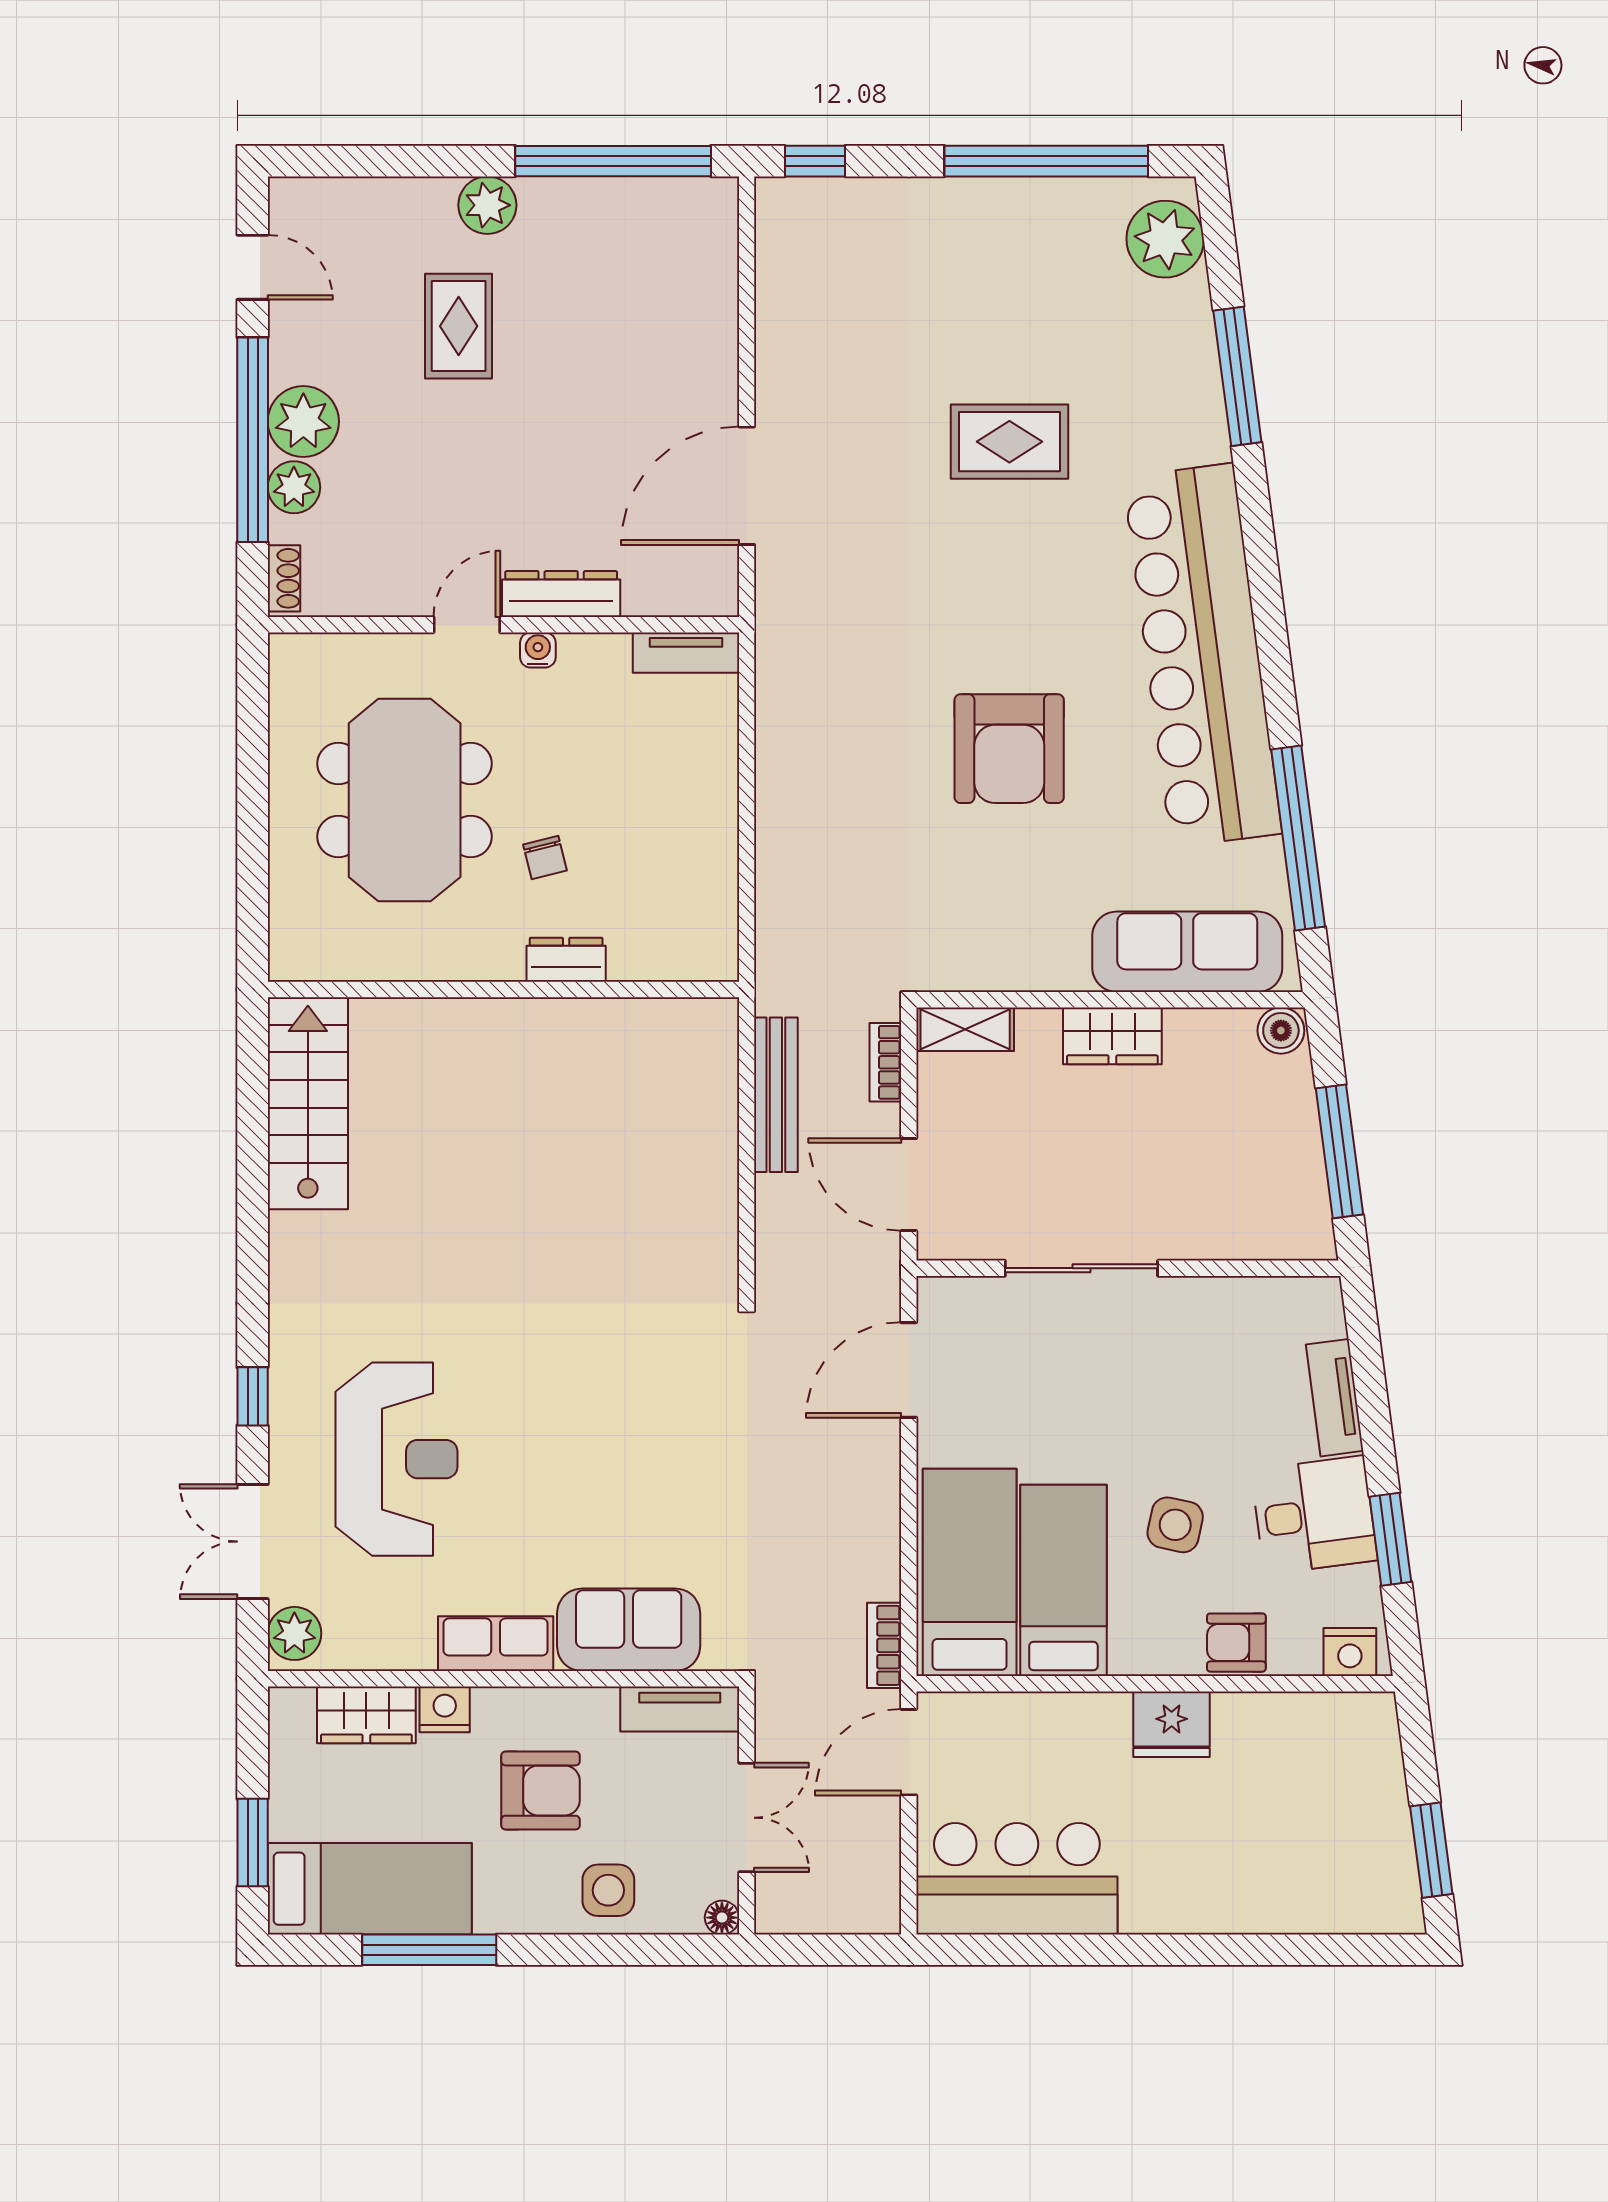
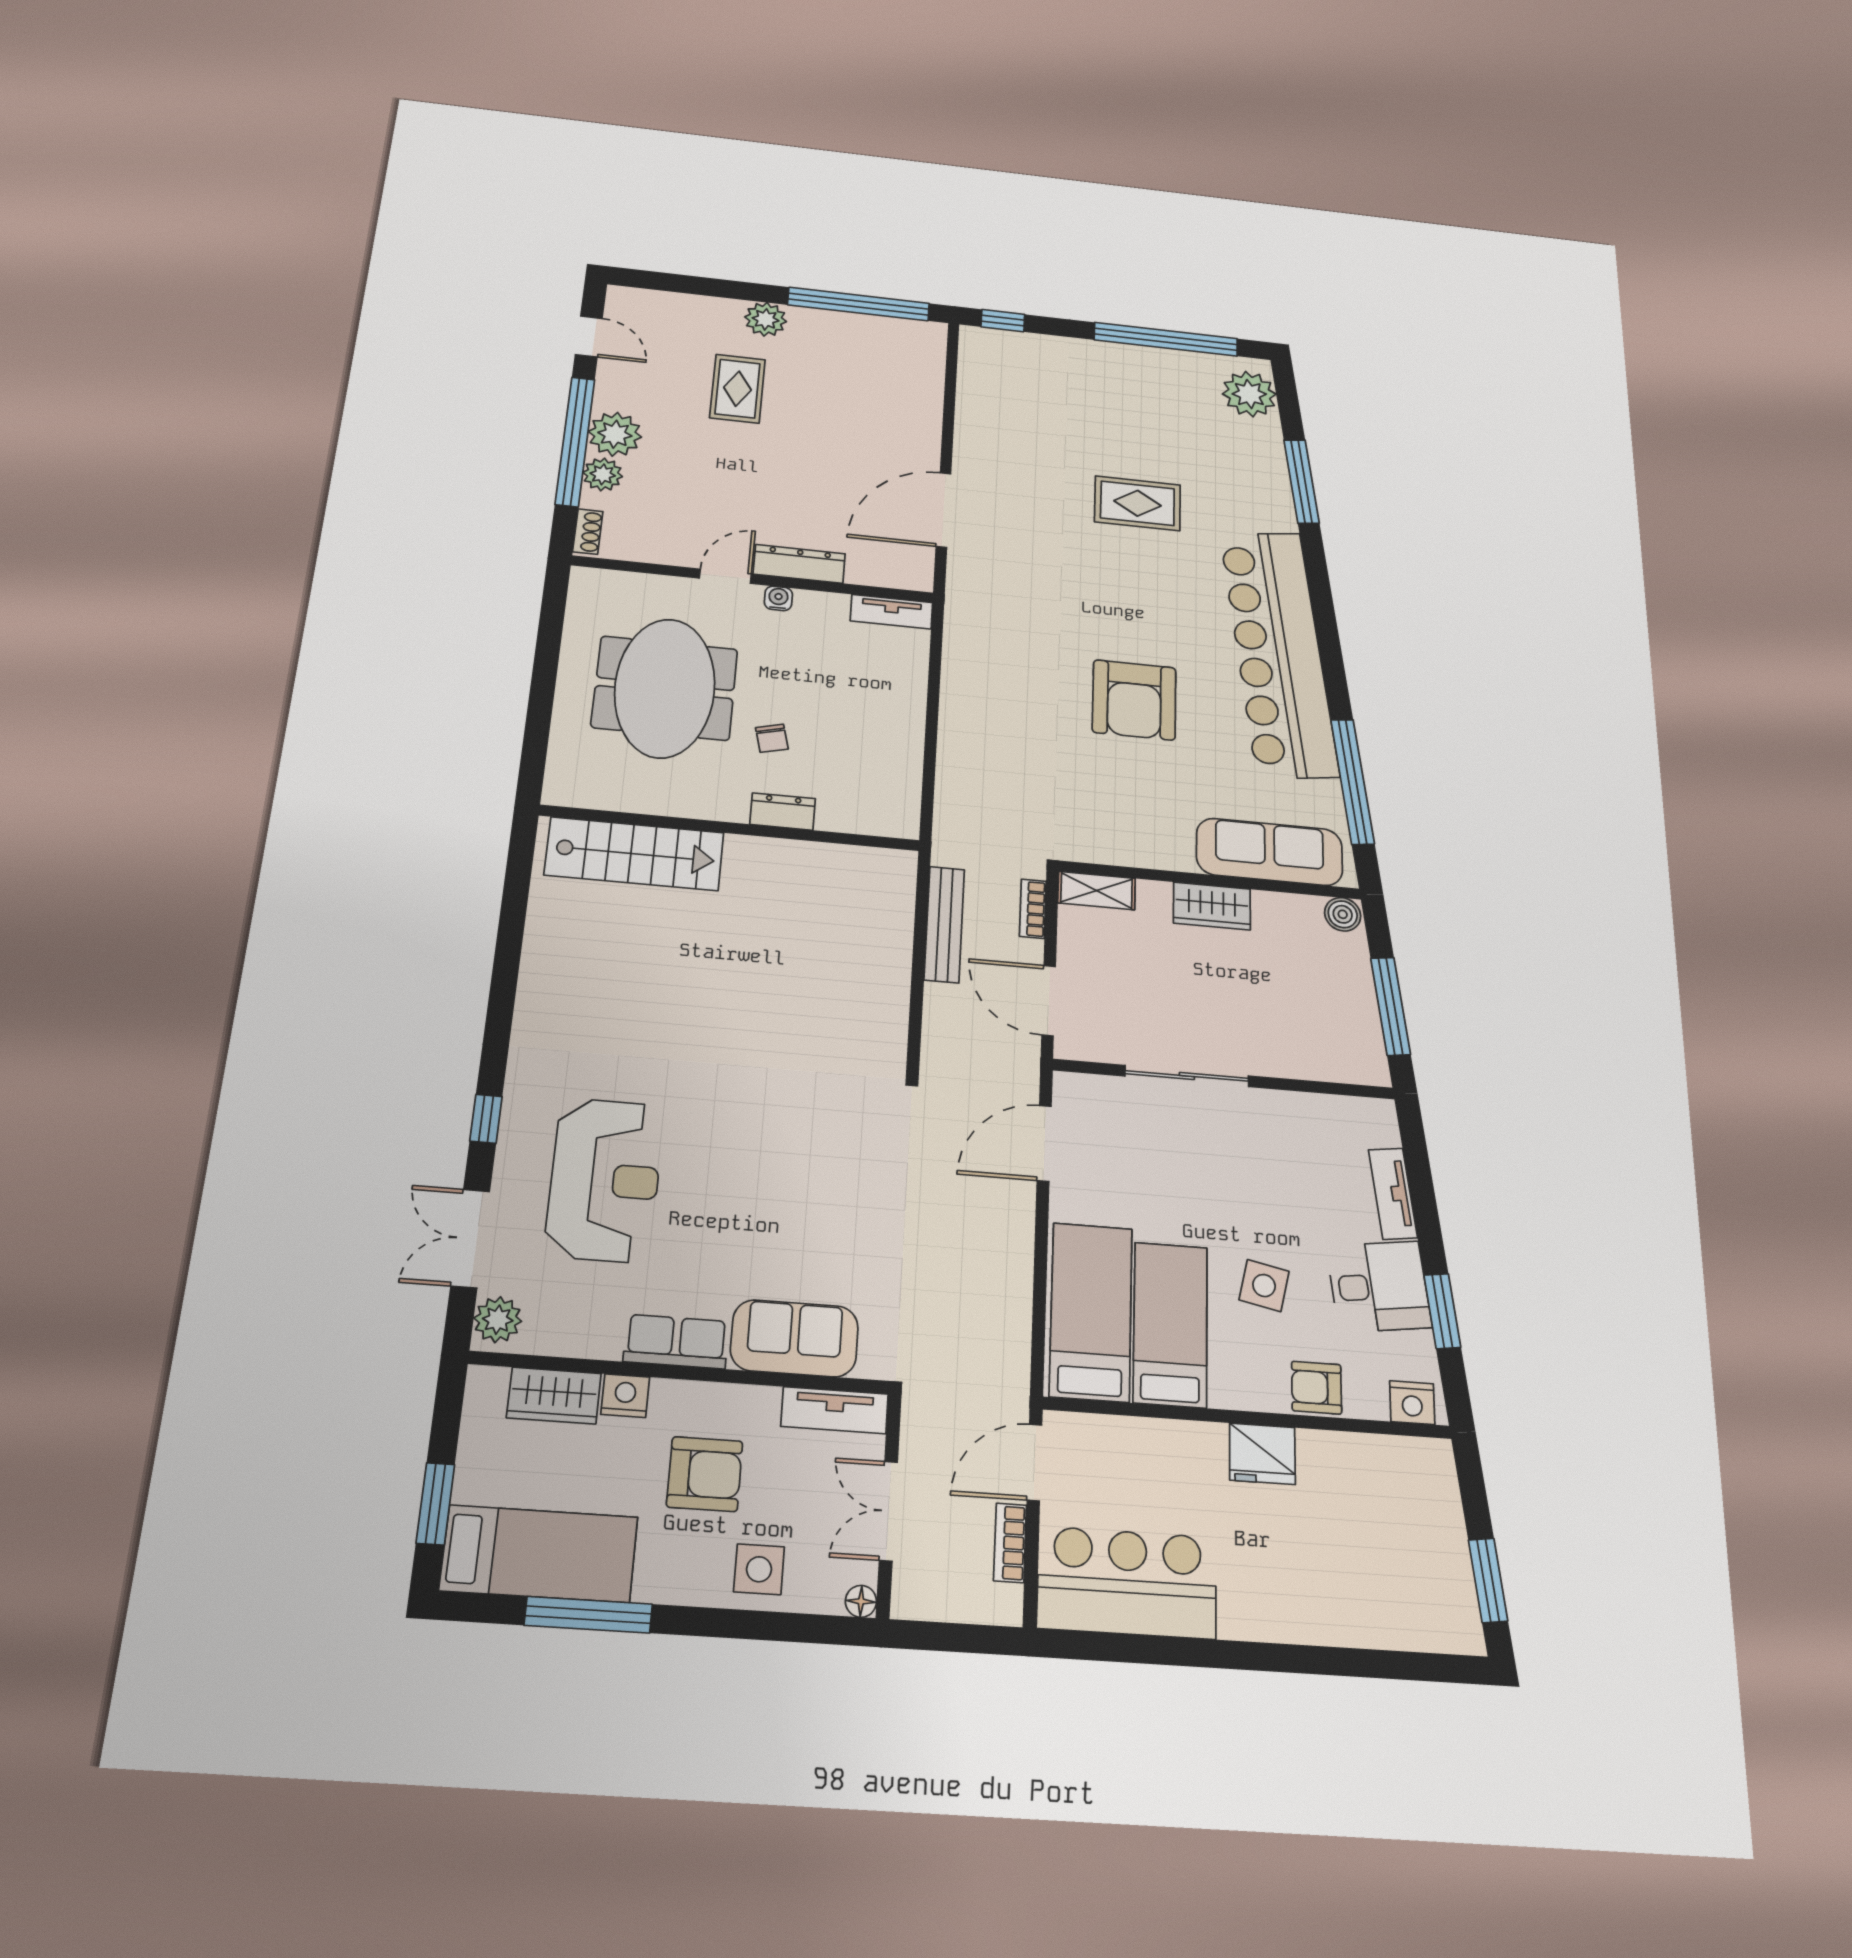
stairs: (308, 1103) -> (634, 854), moved, turned 90
bookcase: (884, 1645) -> (1010, 1543), moved
double door: (747, 1818) -> (888, 1511), swing flipped

